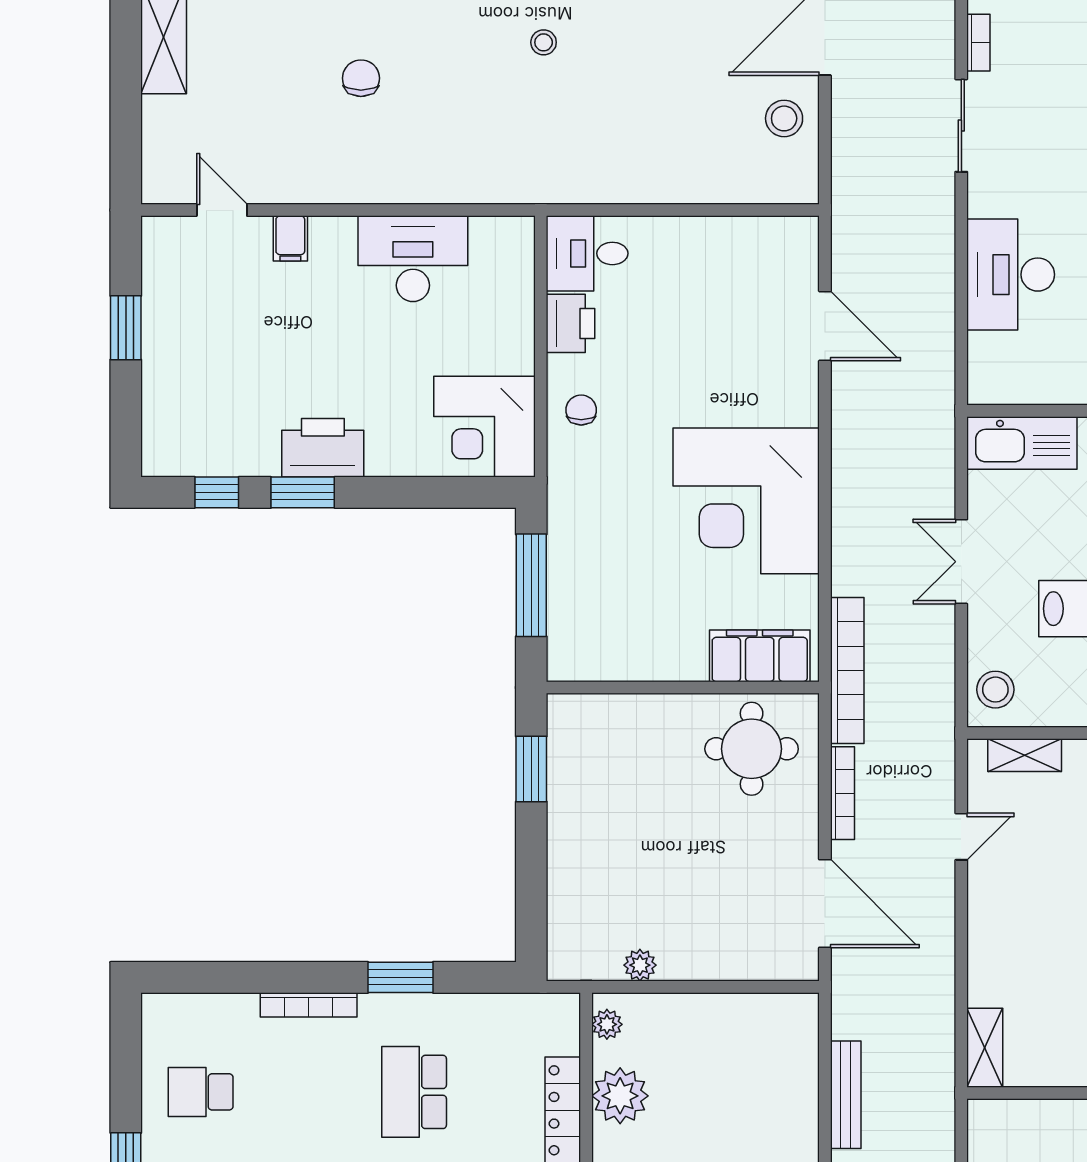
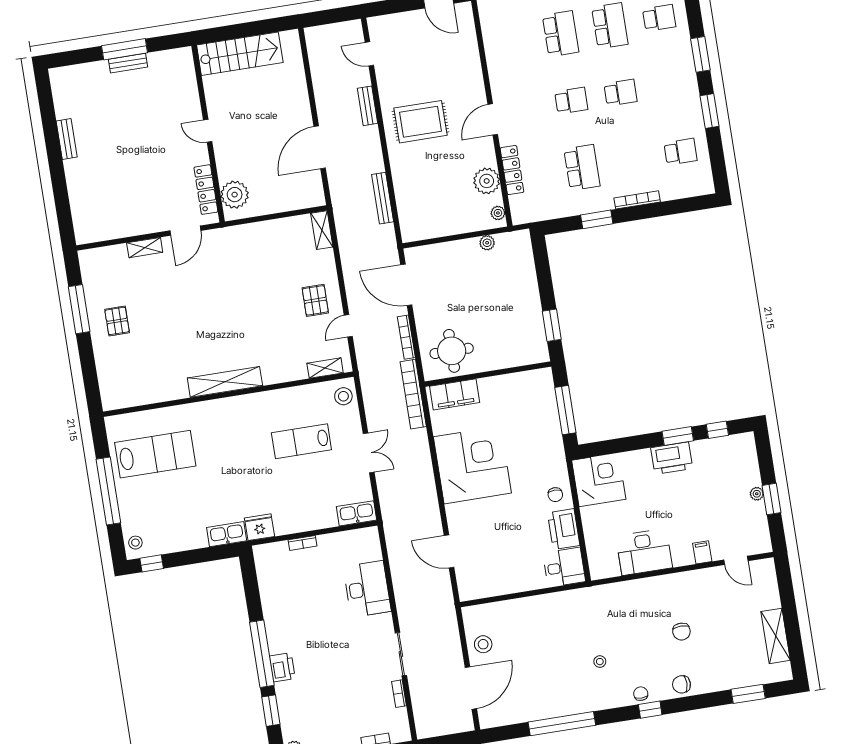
printer: (571, 323) -> (564, 529), width x1.37, depth x1.19
plant: (155, 344) -> (757, 494), added
kitchen sink: (1022, 443) -> (357, 513), width x0.73, depth x0.81
pallet: (1022, 902) -> (315, 300), added

